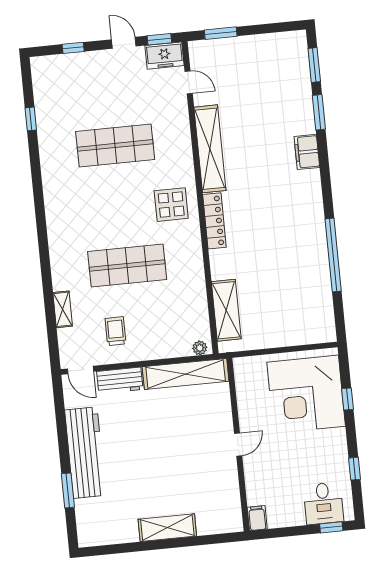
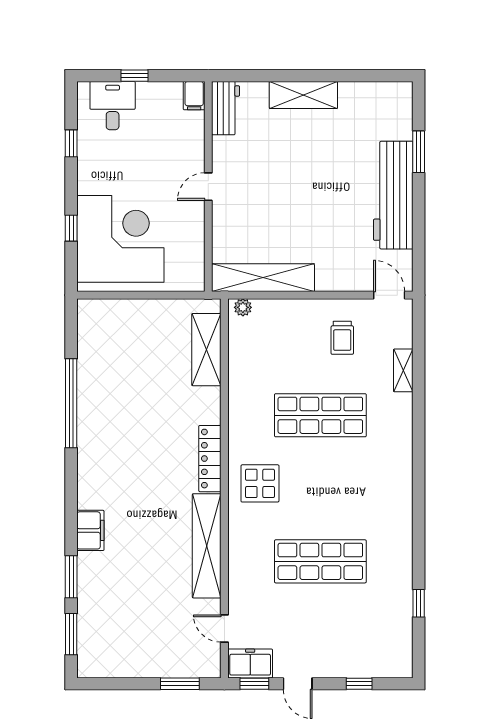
workbench: (120, 380) -> (226, 108), moved, turned 90
window: (331, 527) -> (135, 76), moved

